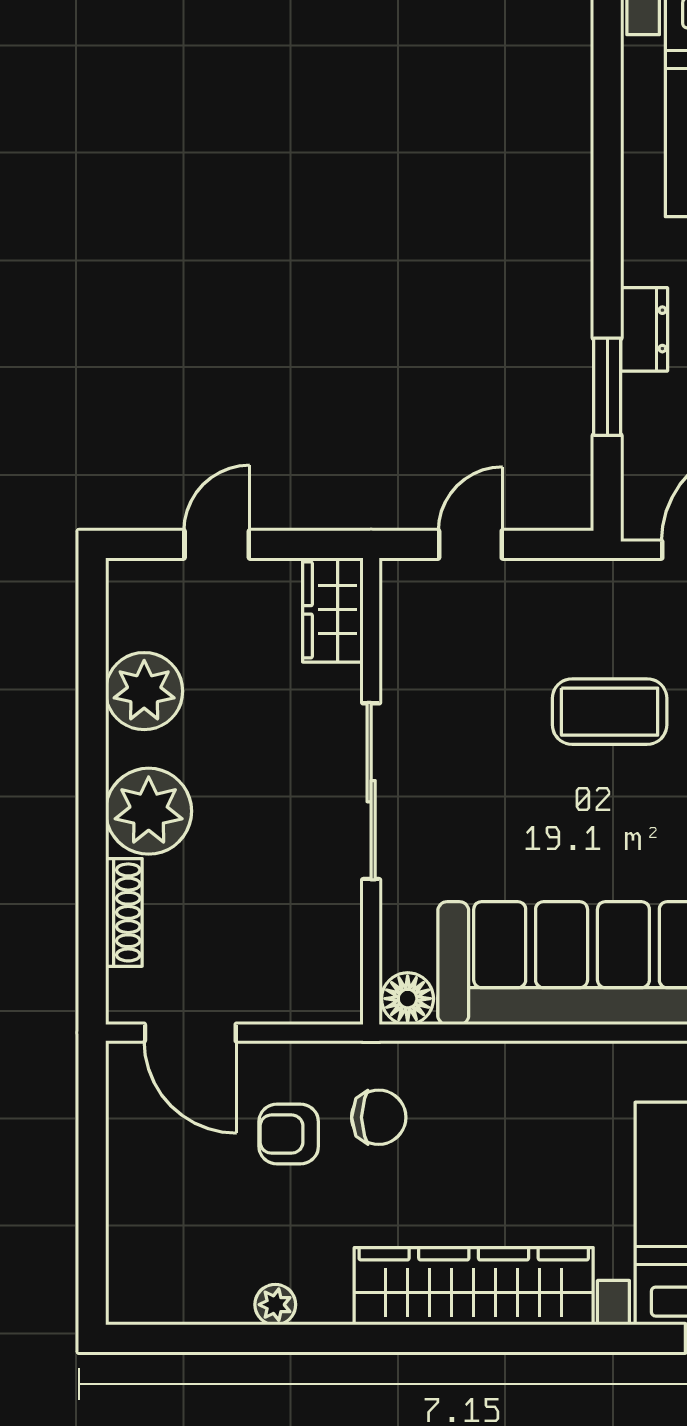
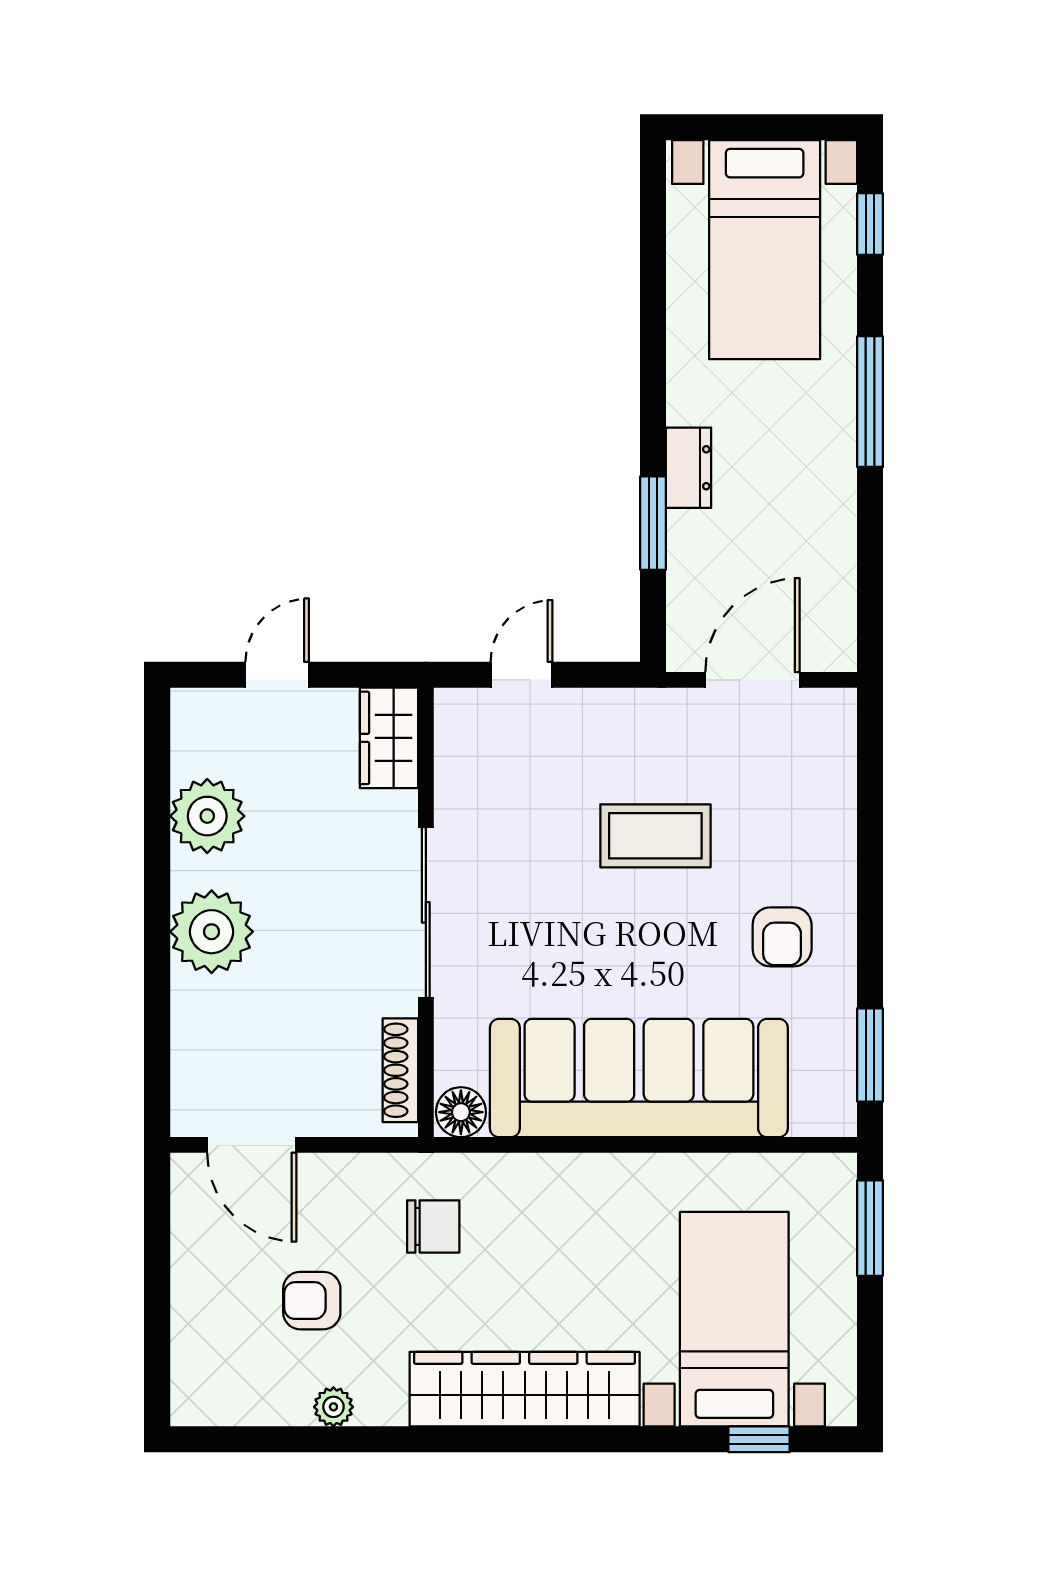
shoe rack: (124, 912) -> (400, 1070), moved, turned 180
armchair: (289, 1134) -> (312, 1301), moved

